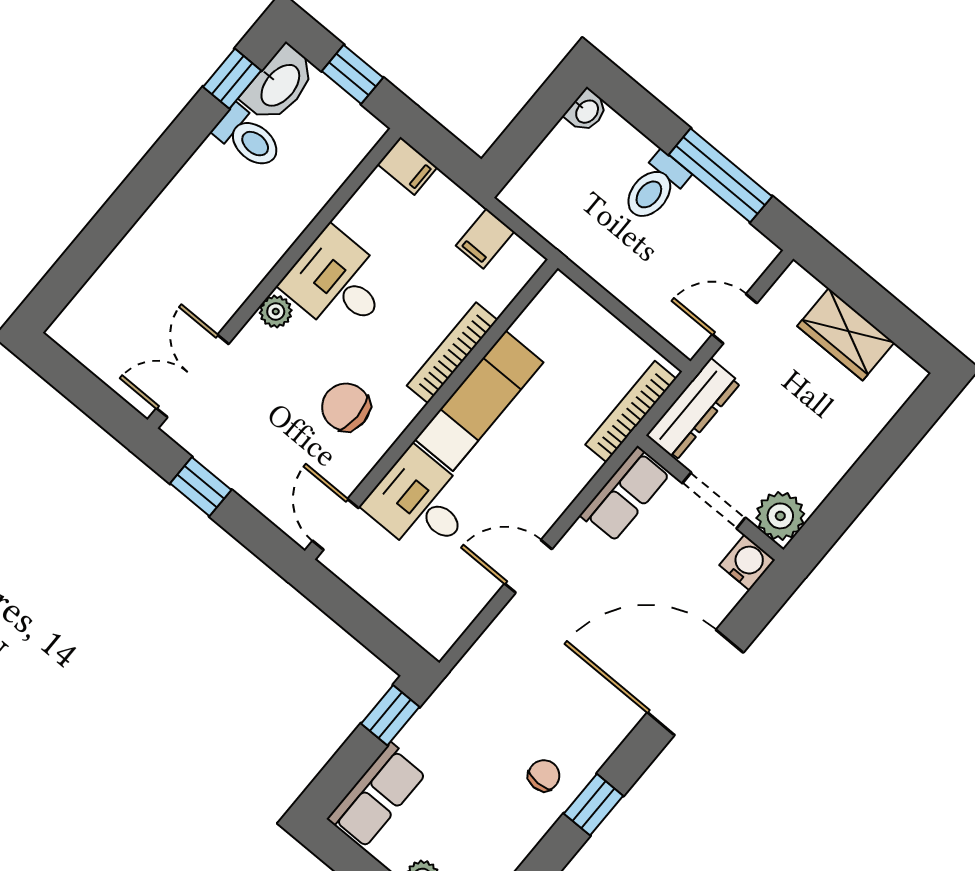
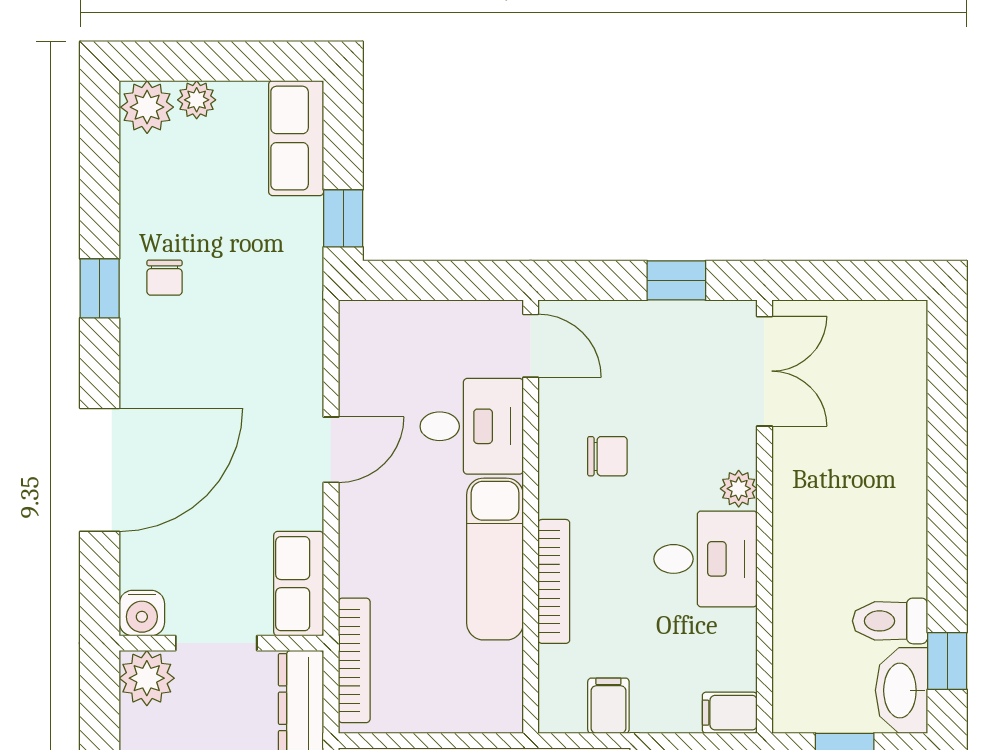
chair: (346, 407) -> (607, 456), width x0.73, depth x0.73

